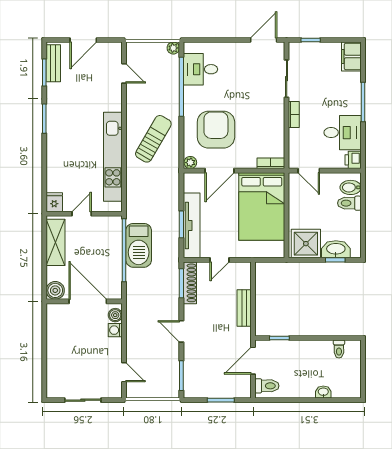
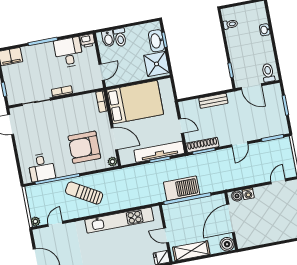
plant: (173, 48) -> (35, 221), moved
sun lounger: (153, 139) -> (84, 193), moved

